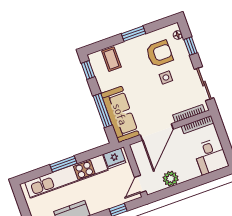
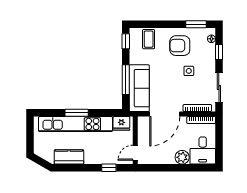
window: (133, 34) -> (196, 24), moved
armchair: (159, 54) -> (180, 46), moved, turned 180
plant: (171, 179) -> (182, 157), moved

